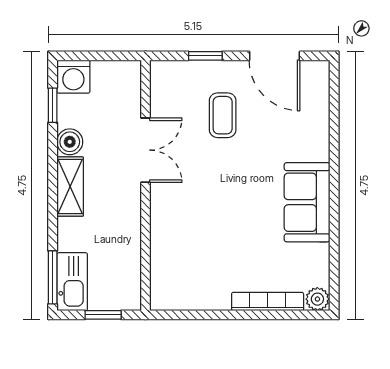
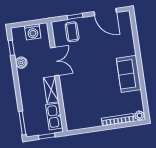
washing machine: (73, 77) -> (33, 32), moved
coffee table: (223, 115) -> (72, 32), moved
shelving: (70, 187) -> (51, 90), moved
kitchen sink: (72, 282) -> (54, 116), moved, turned 180

